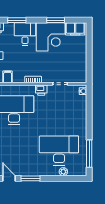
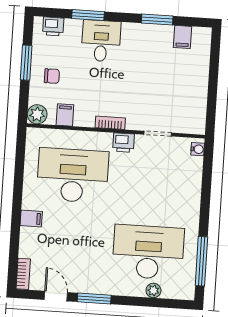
filing cabinet: (75, 29) -> (183, 37), width x0.50
corner desk: (51, 37) -> (146, 49), removed

